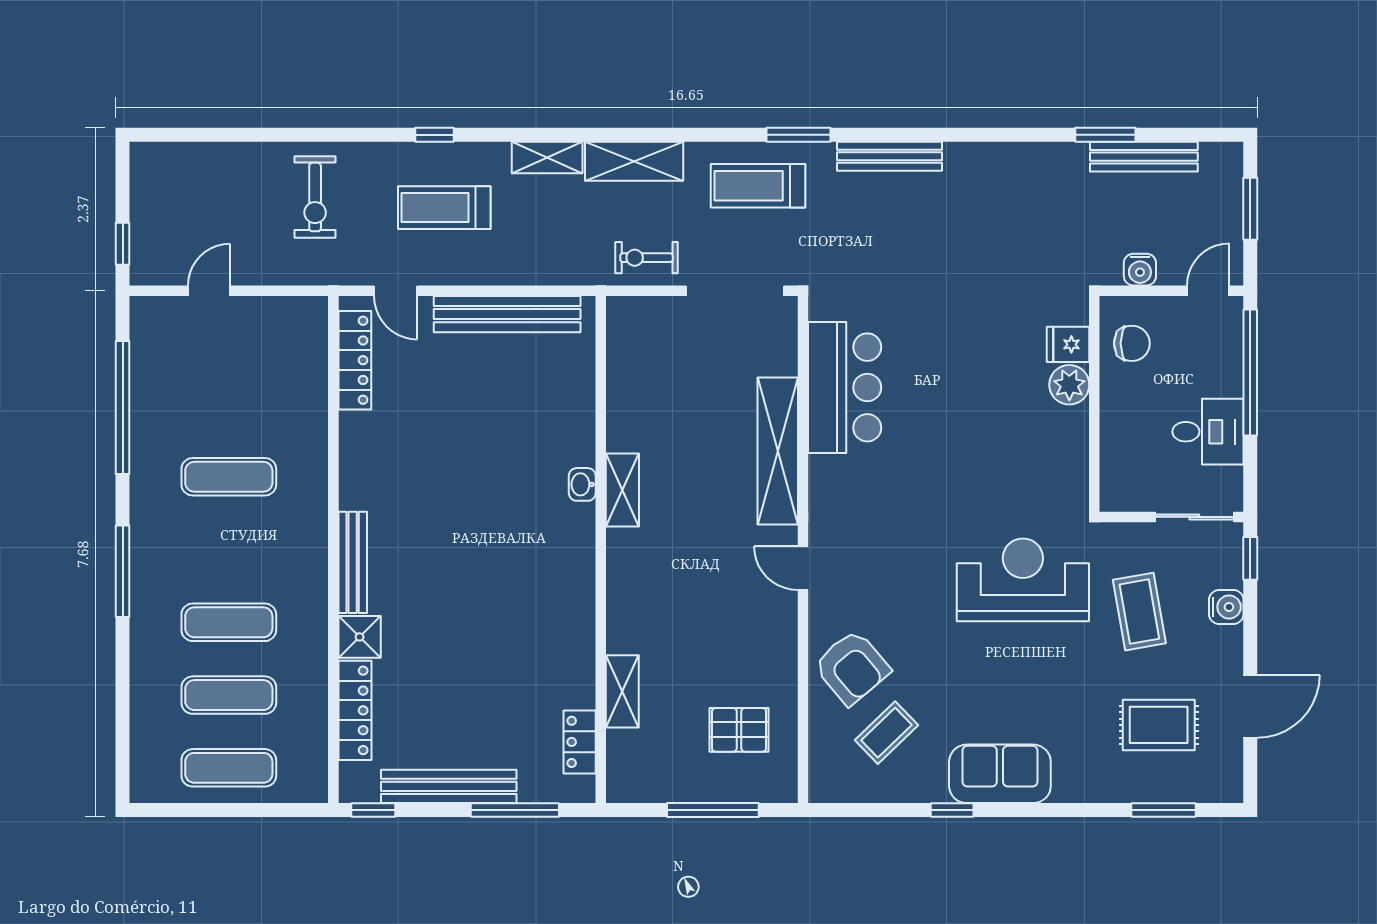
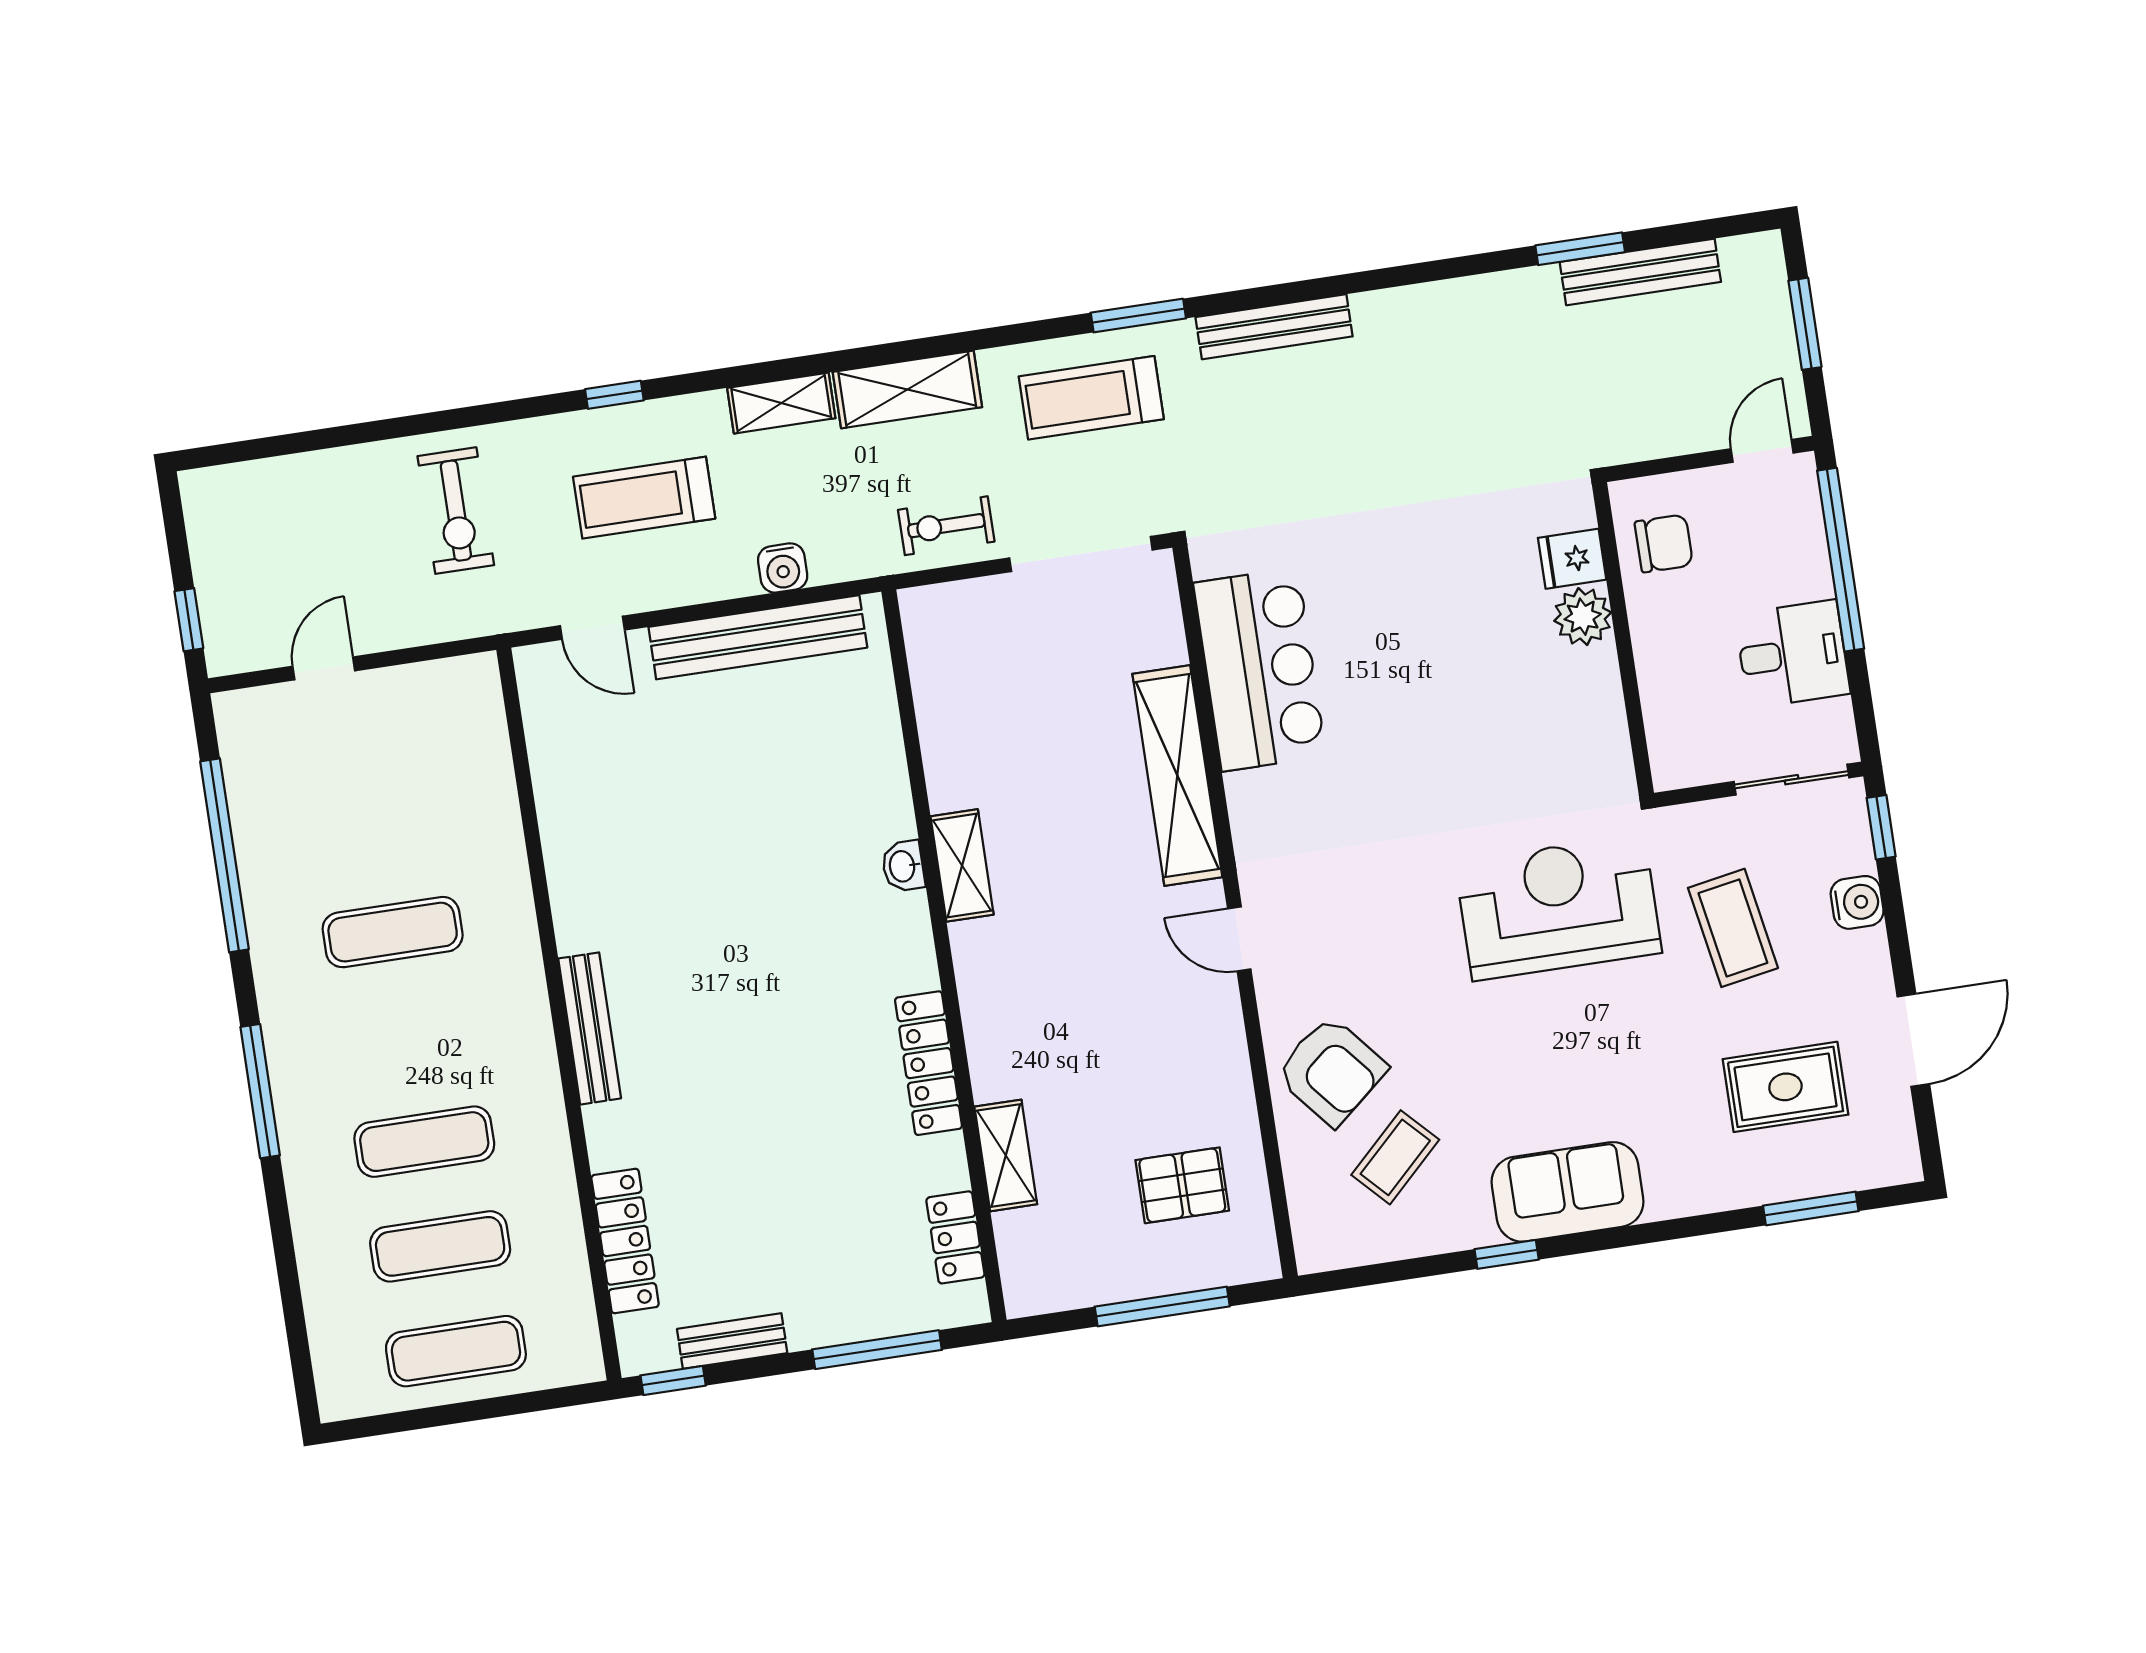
water cooler: (1140, 270) -> (783, 568), moved
locker: (355, 360) -> (928, 1063), moved, turned 180
shower: (360, 637) -> (616, 1134), removed
bench: (449, 786) -> (732, 1341), width x0.54, depth x0.82

